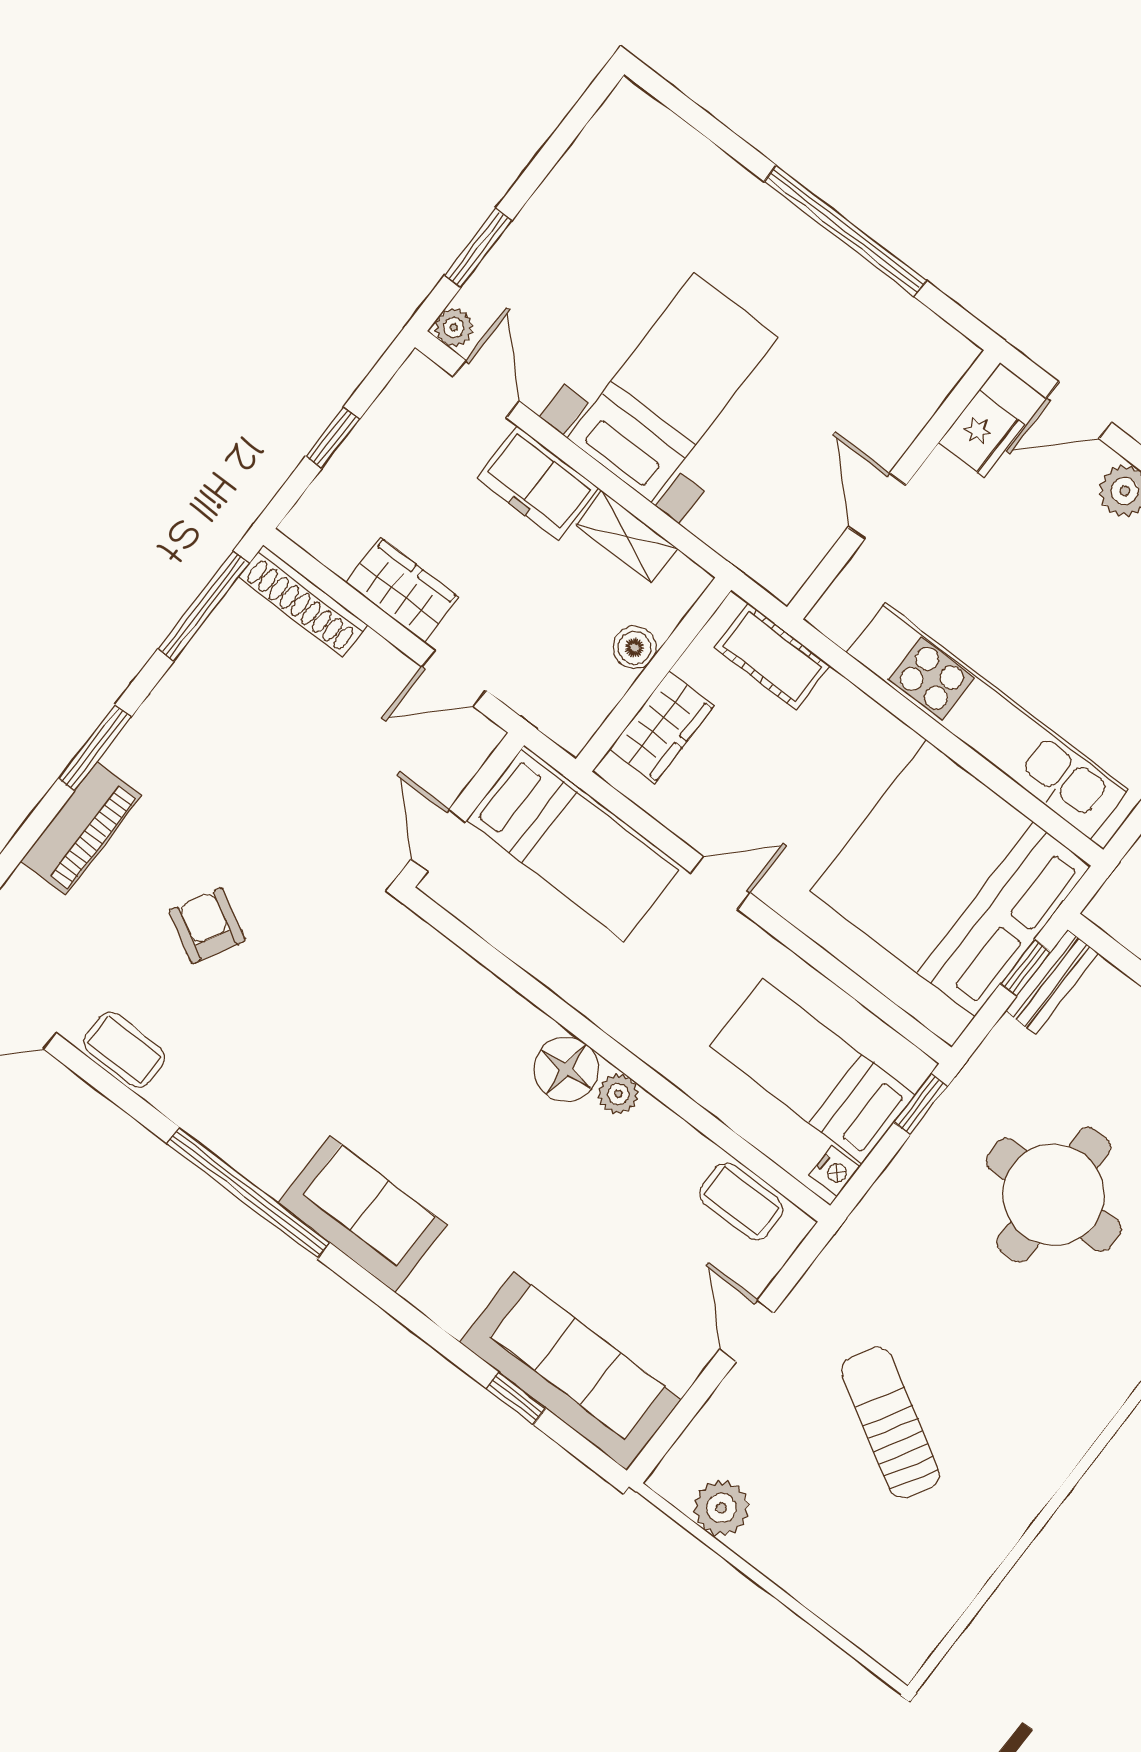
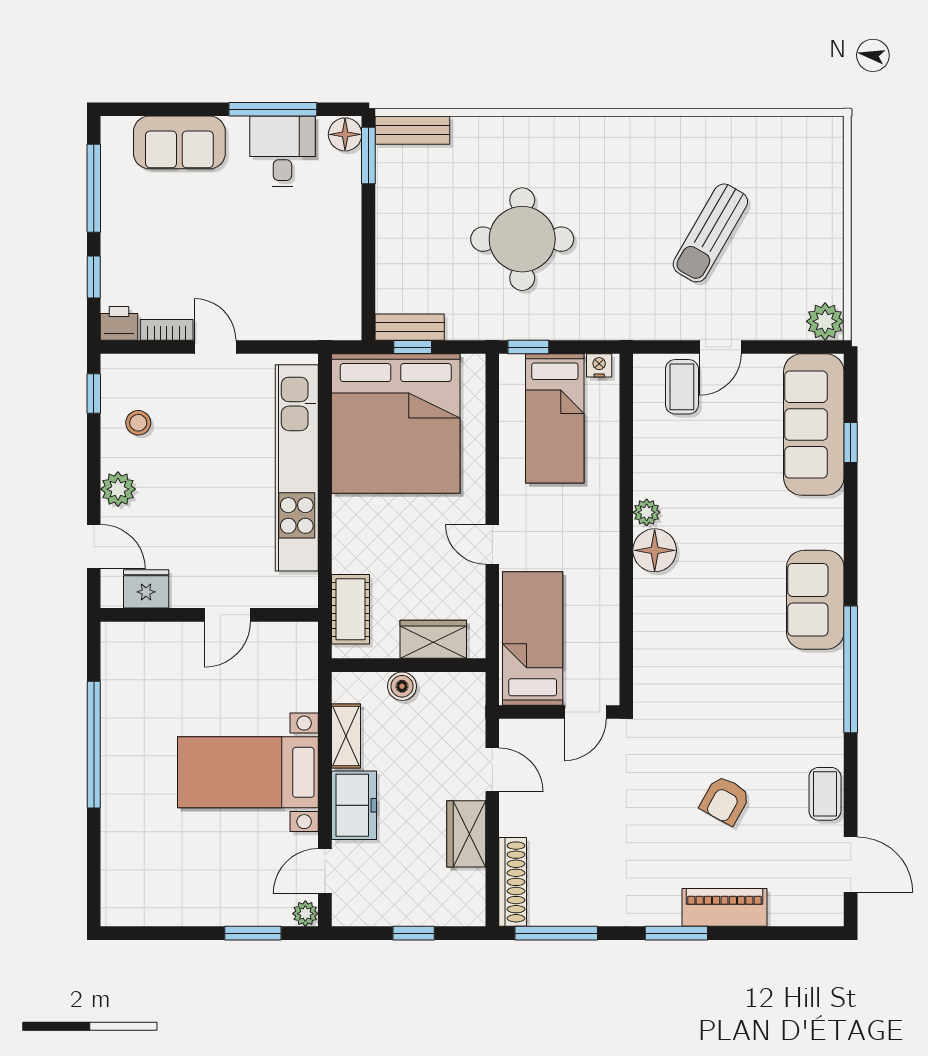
coffee table: (741, 1201) -> (682, 387), moved
plant: (721, 1508) -> (825, 321), moved

